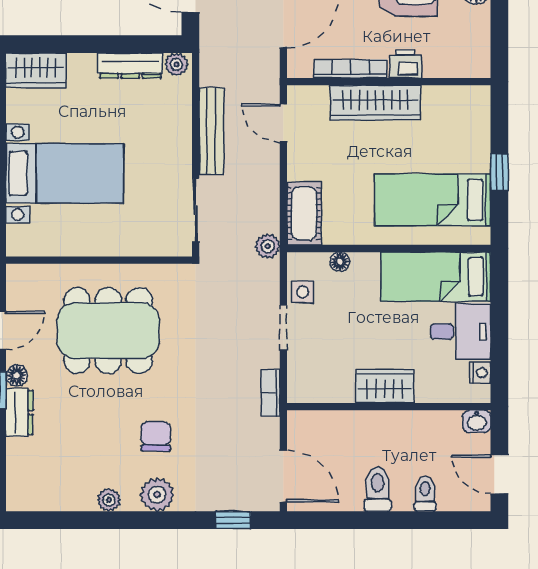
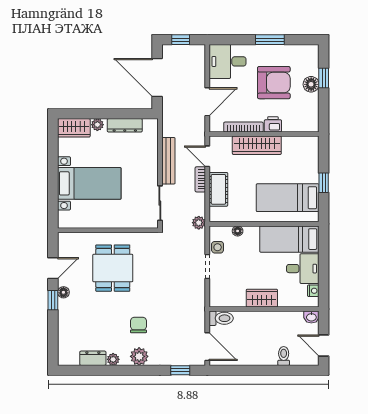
plant: (176, 64) -> (97, 125), moved
cot: (304, 213) -> (218, 189), moved
dining table: (108, 330) -> (113, 268), width x0.73
bookcase: (270, 393) -> (200, 179), moved
dresser: (19, 412) -> (93, 358), moved, turned -90
toilet: (378, 489) -> (221, 318), moved, turned 90

